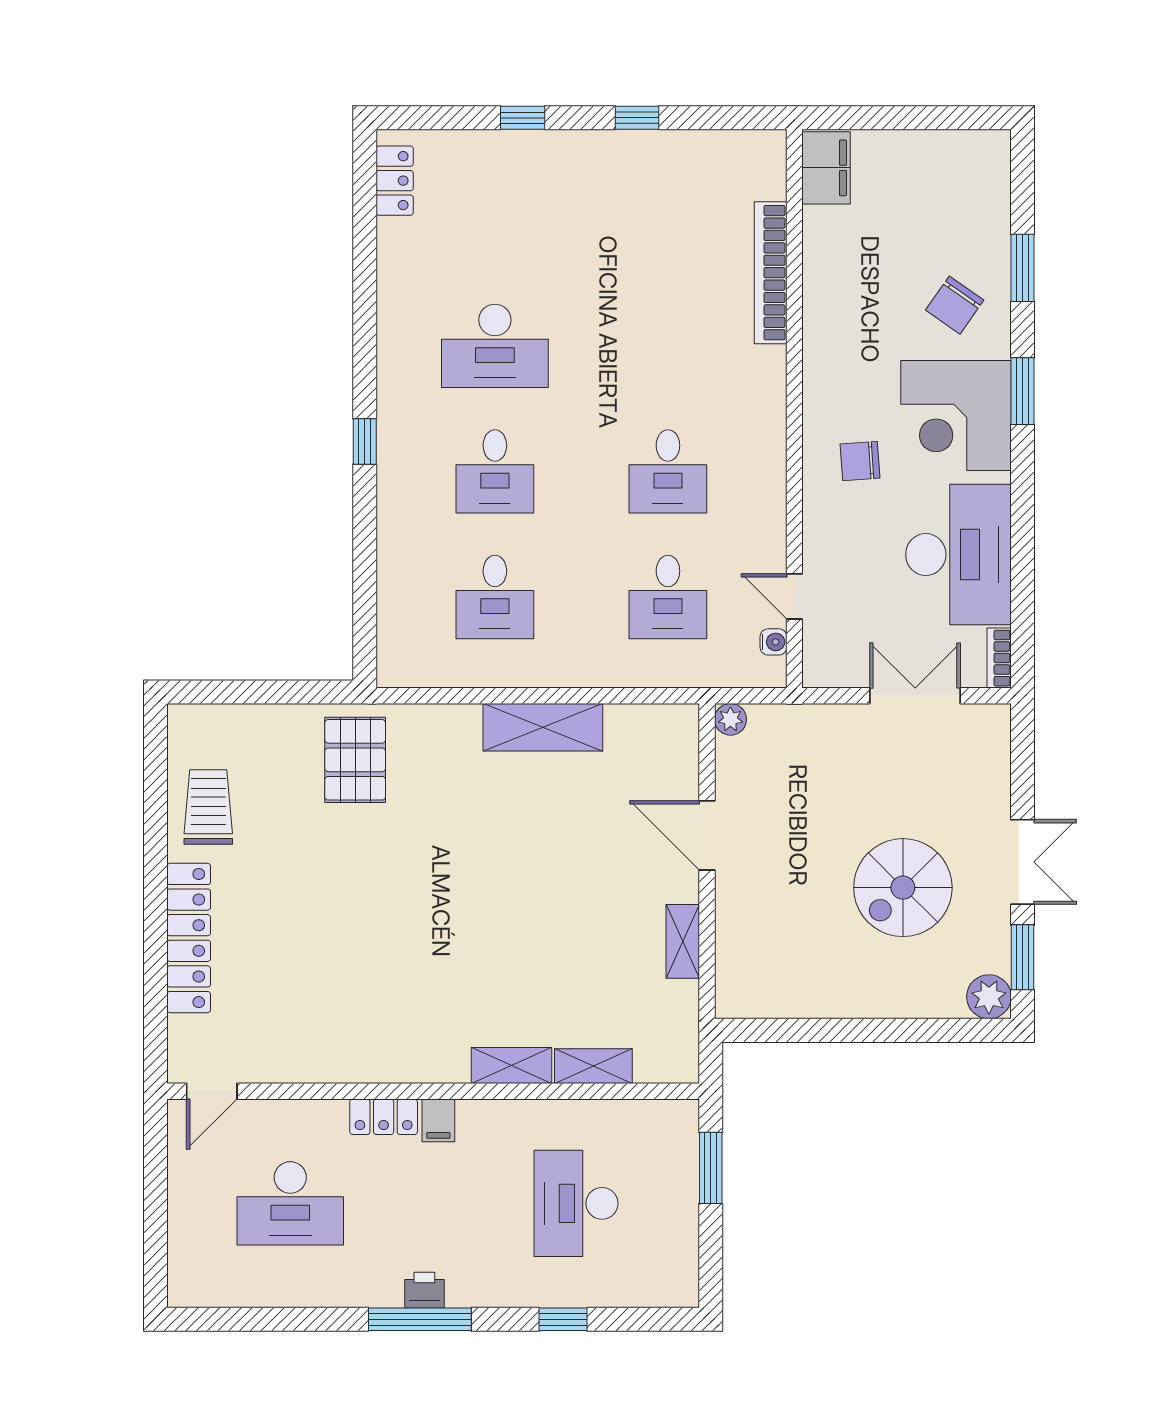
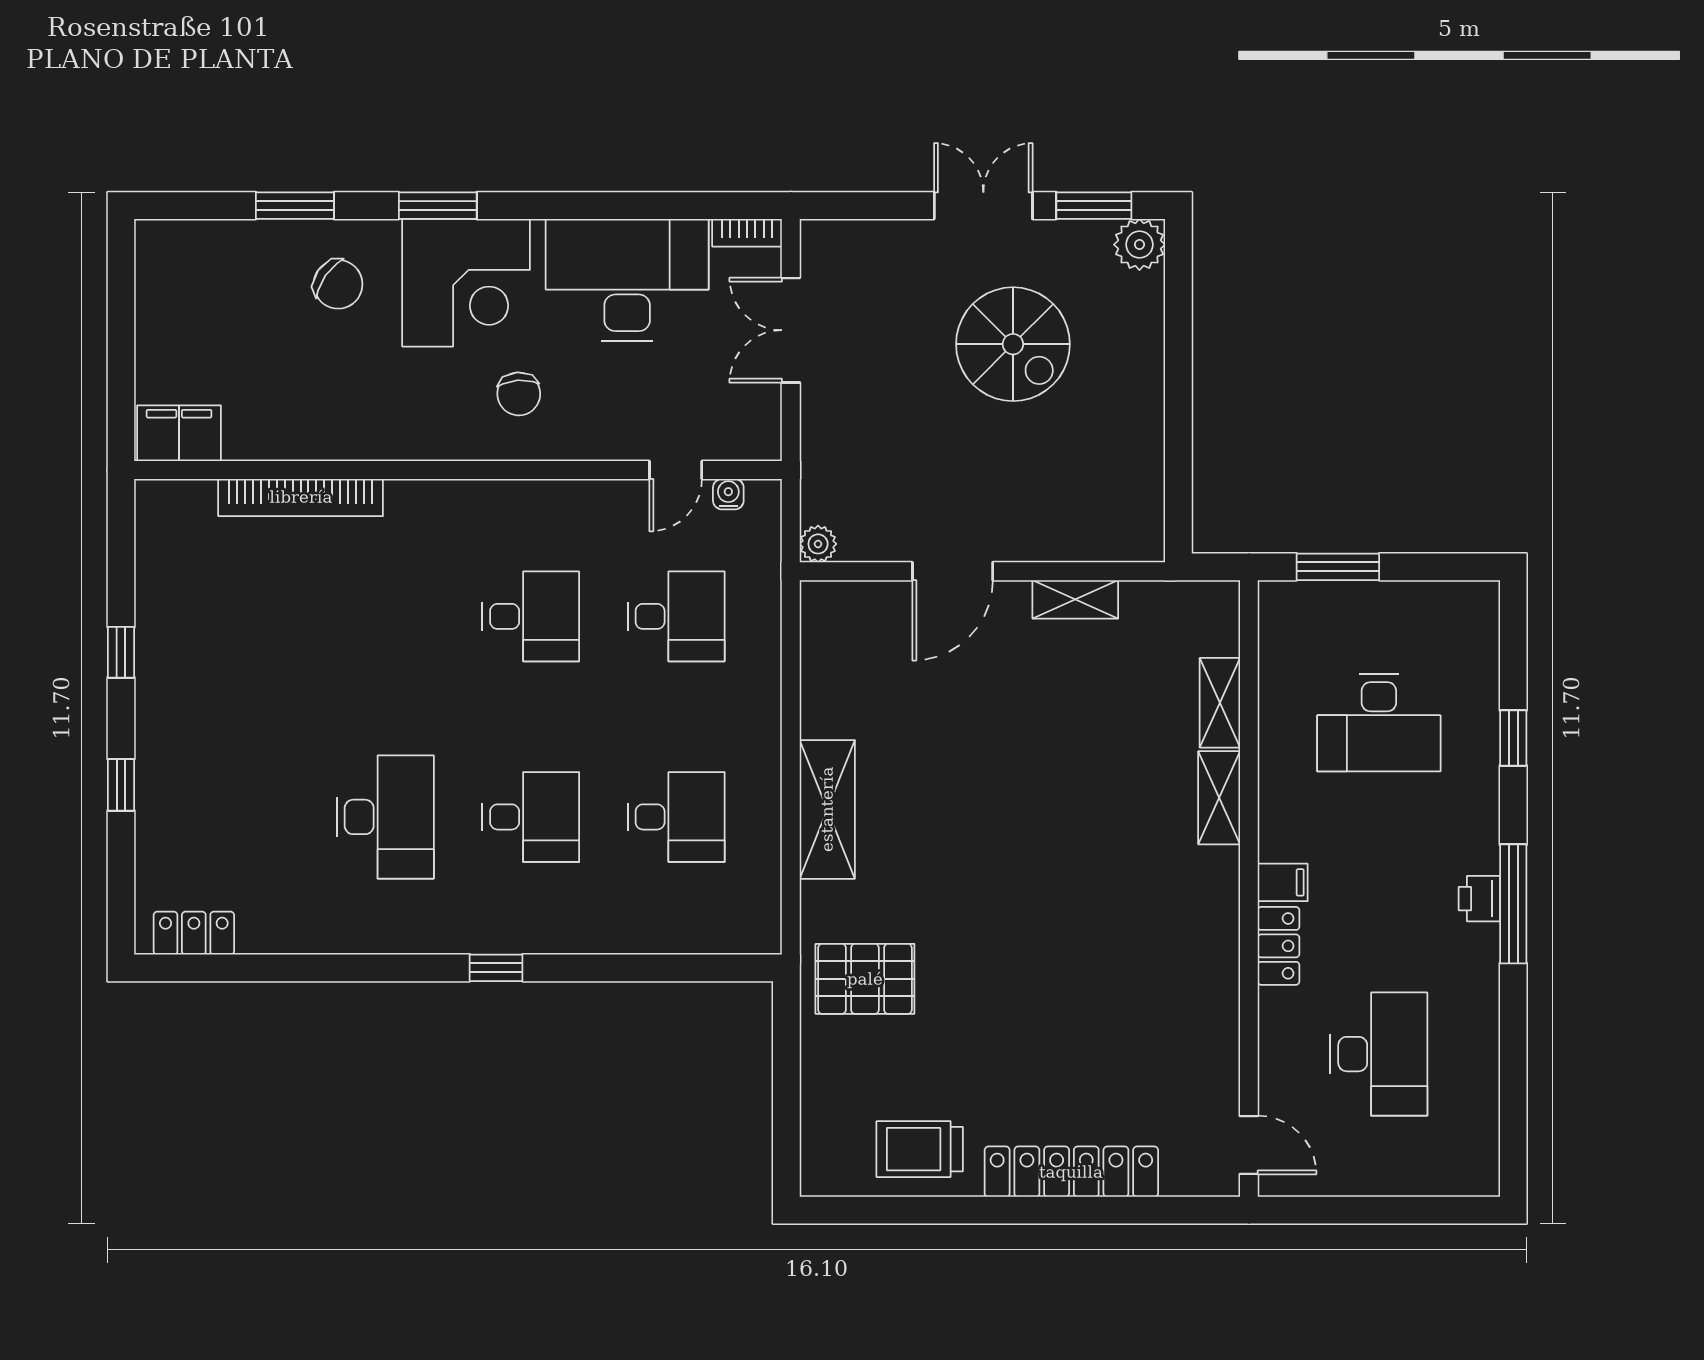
shelving: (543, 727) -> (827, 809), moved

